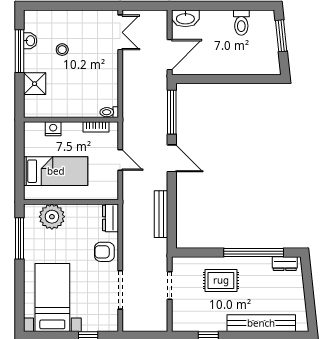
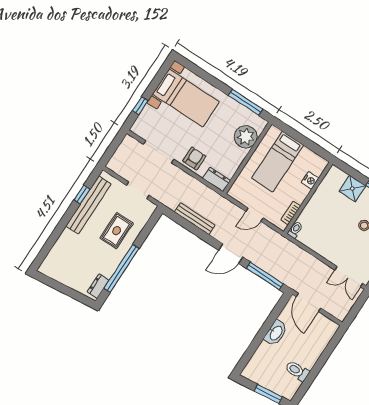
washbasin: (185, 18) -> (276, 333), moved, turned 180
bench: (261, 323) -> (88, 205), moved

